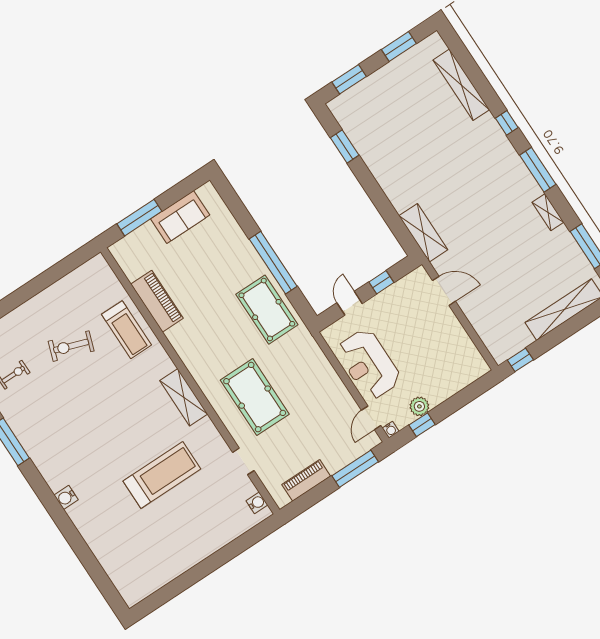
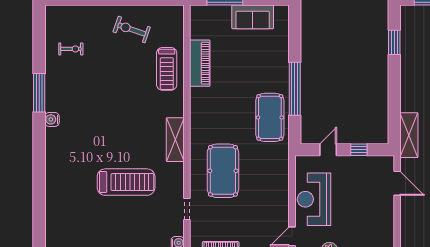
exercise bike: (71, 346) -> (132, 29), moved
water cooler: (66, 497) -> (52, 119), moved

